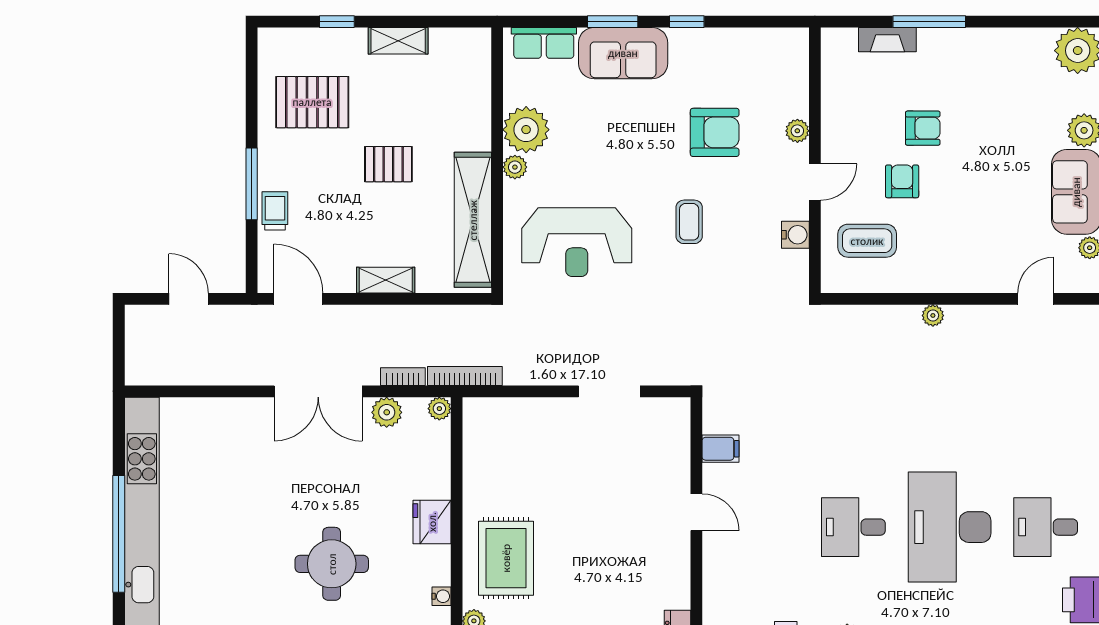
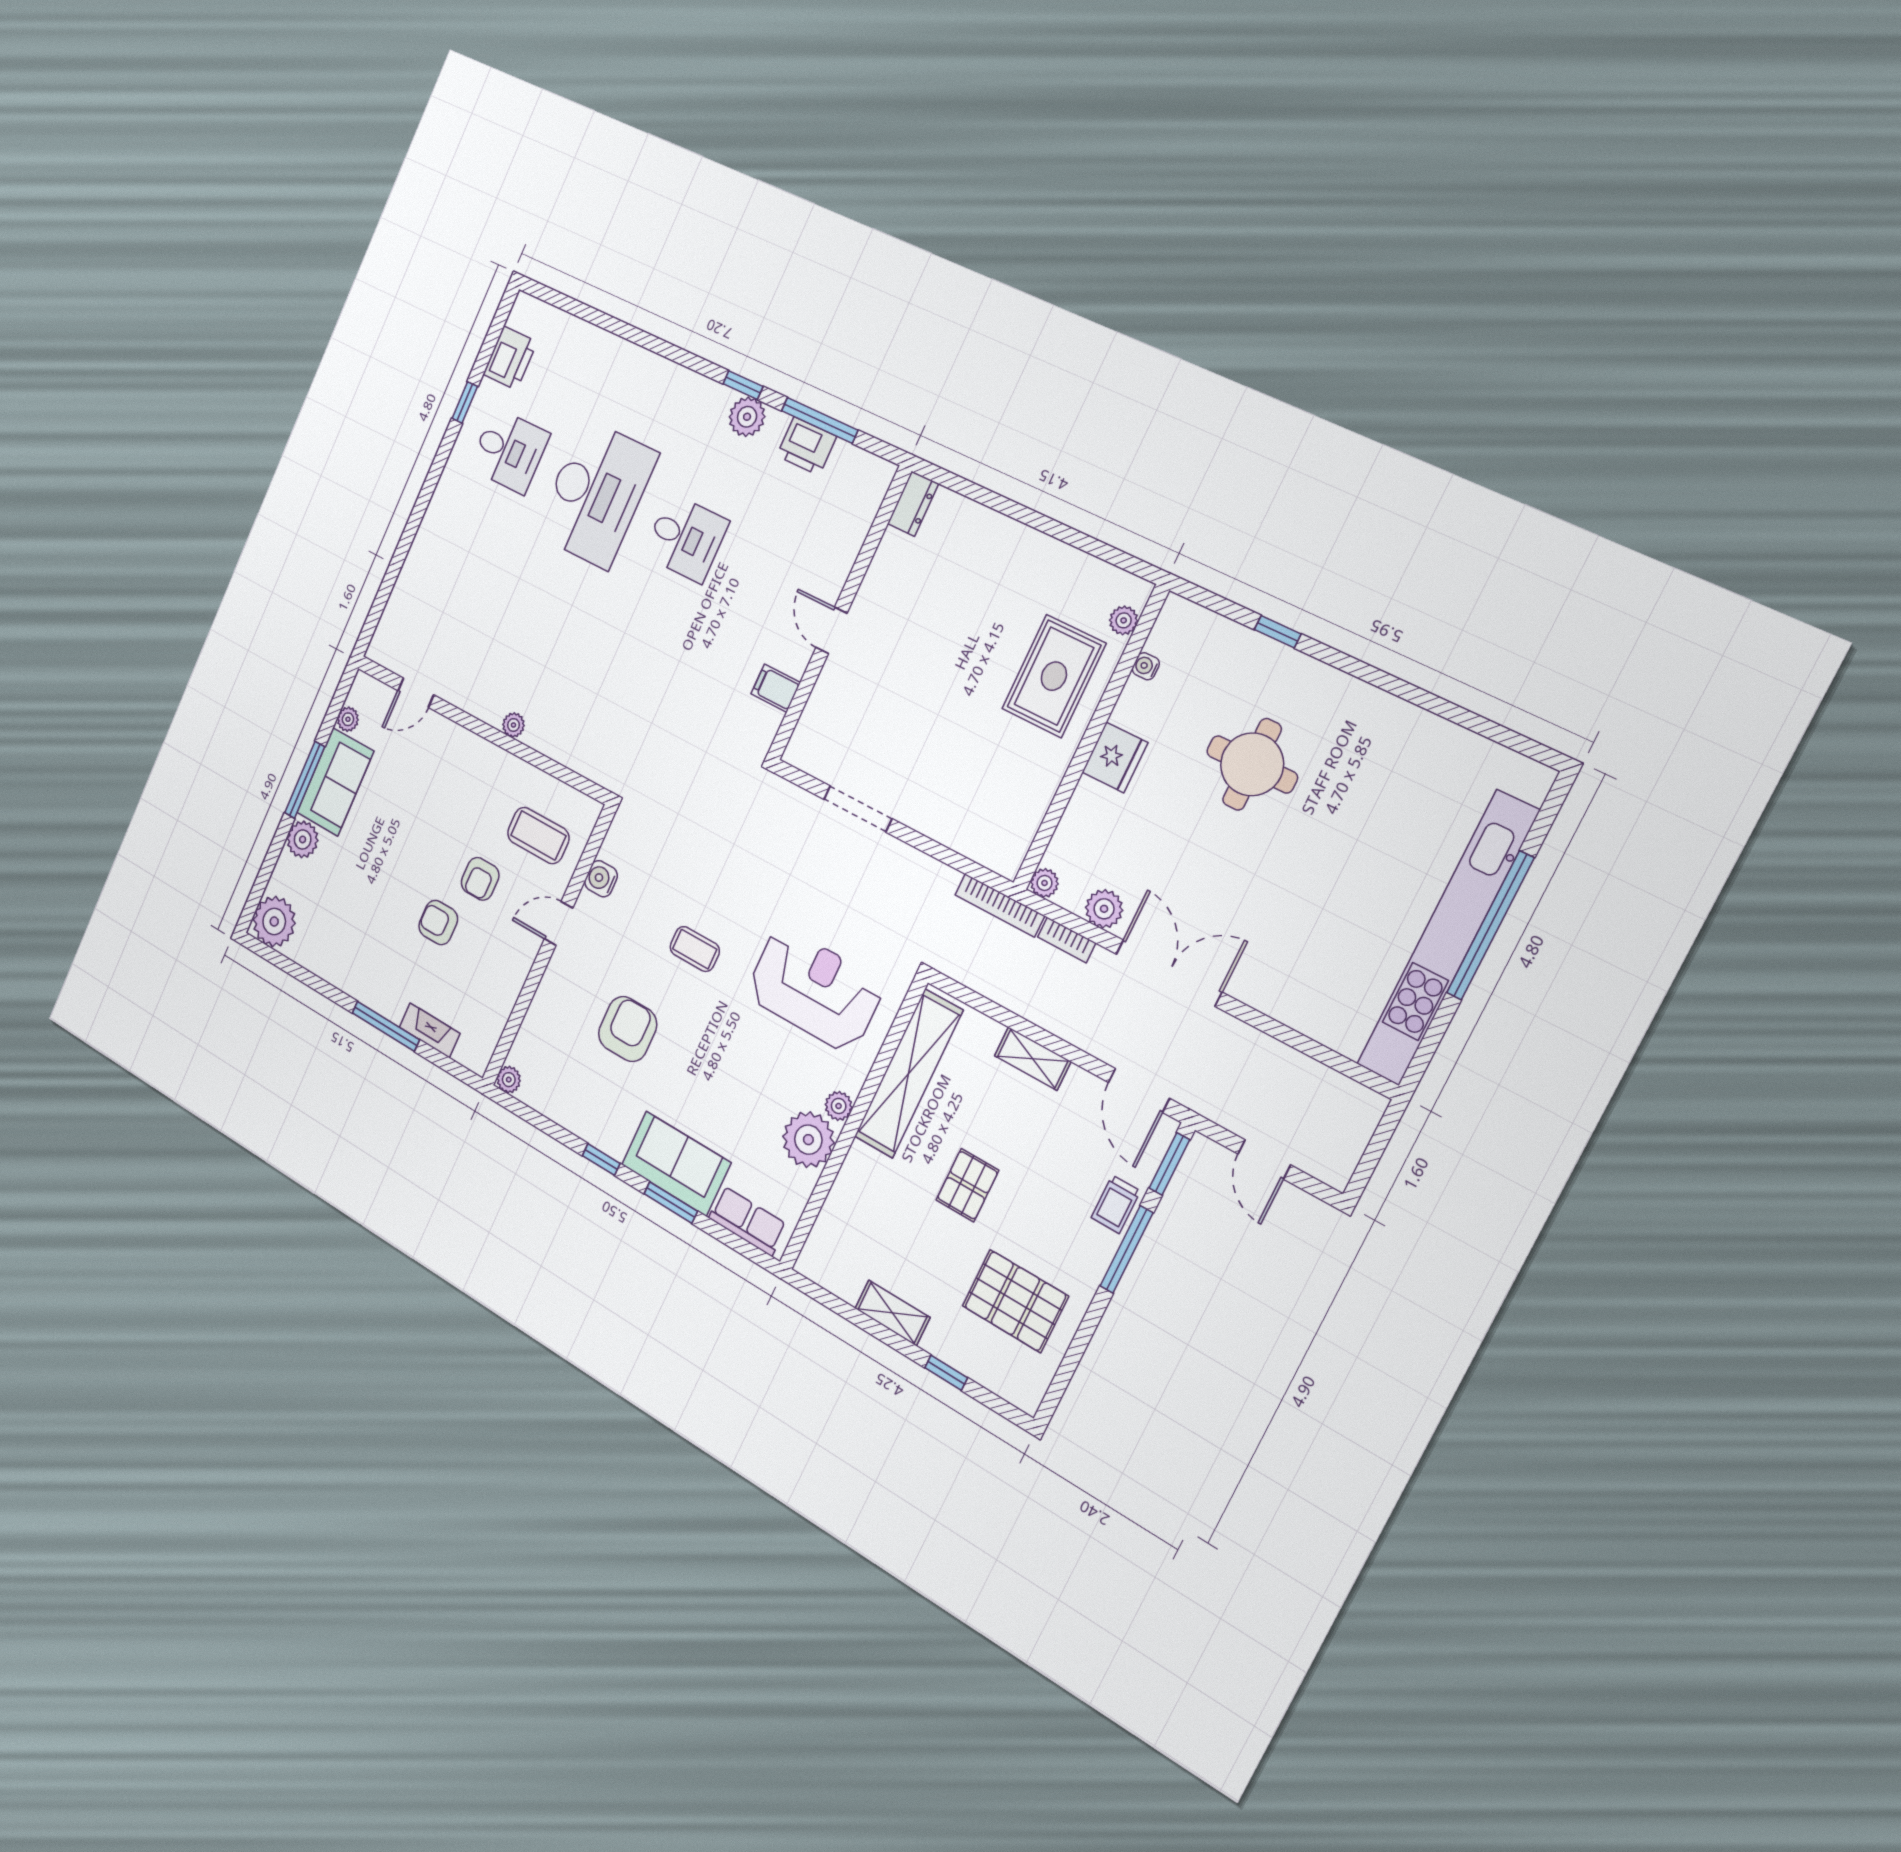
plant: (797, 131) -> (509, 1080), moved
armchair: (715, 132) -> (628, 1029), turned 90
pallet: (388, 164) -> (967, 1185), turned 90
coffee table: (689, 222) -> (695, 949), turned 90
window: (252, 260) -> (1169, 1164), added

